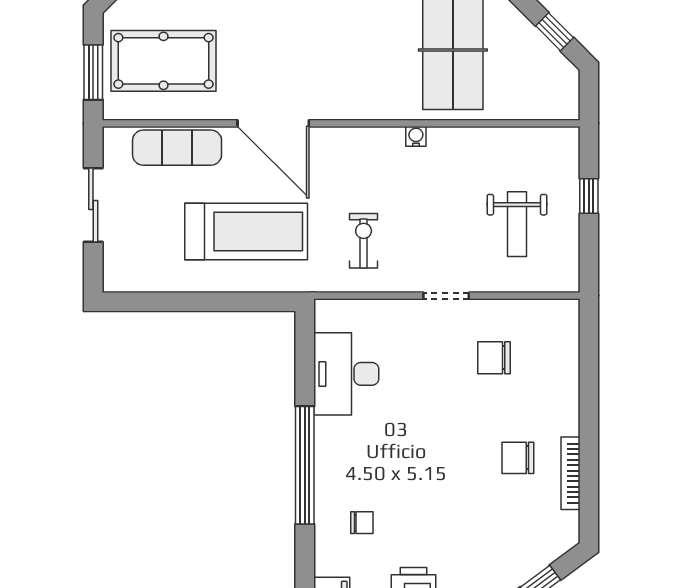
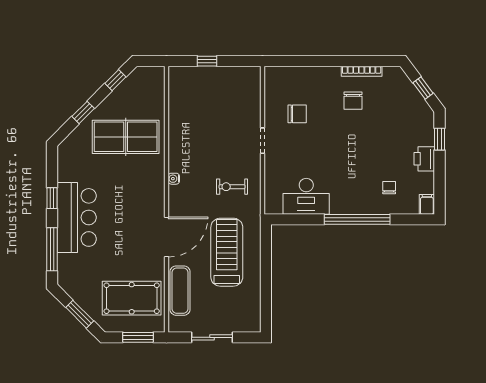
pool table: (163, 61) -> (132, 298), turned 90
water cooler: (416, 136) -> (174, 179), moved
weight bench: (517, 224) -> (223, 101), removed
chair: (494, 358) -> (297, 114), turned -90

